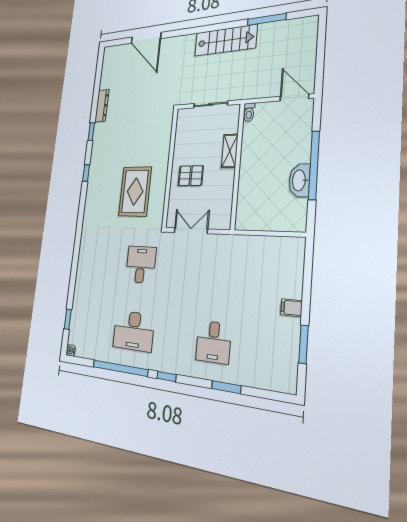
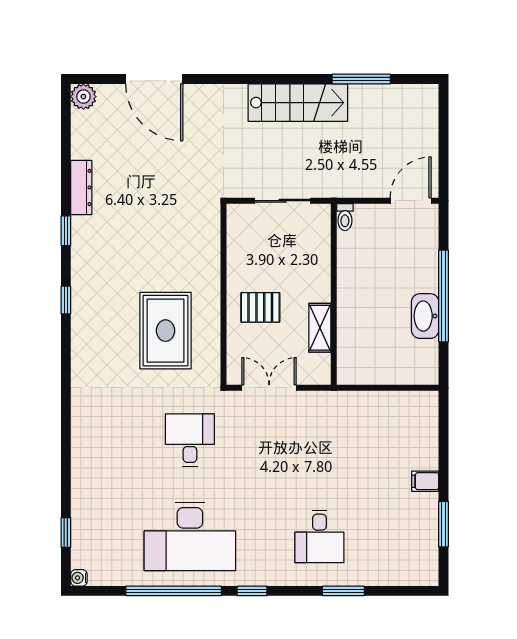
plant: (109, 53) -> (83, 97), added
door: (294, 98) -> (411, 201), hinge flipped
shelving: (230, 151) -> (320, 328), moved
desk: (134, 331) -> (190, 536), width x1.36, depth x1.30

